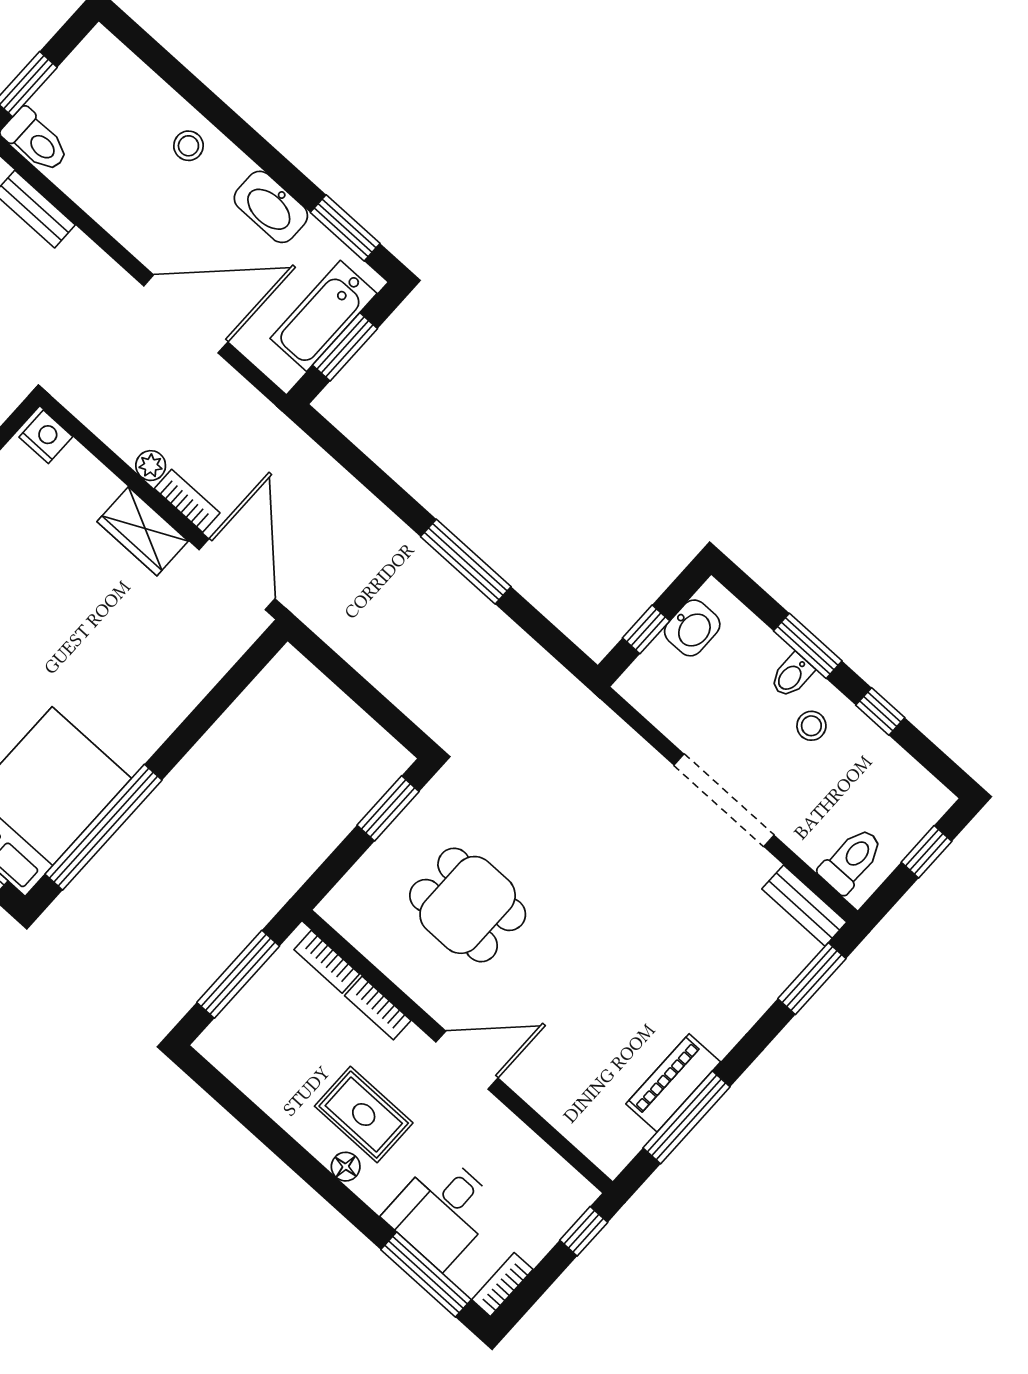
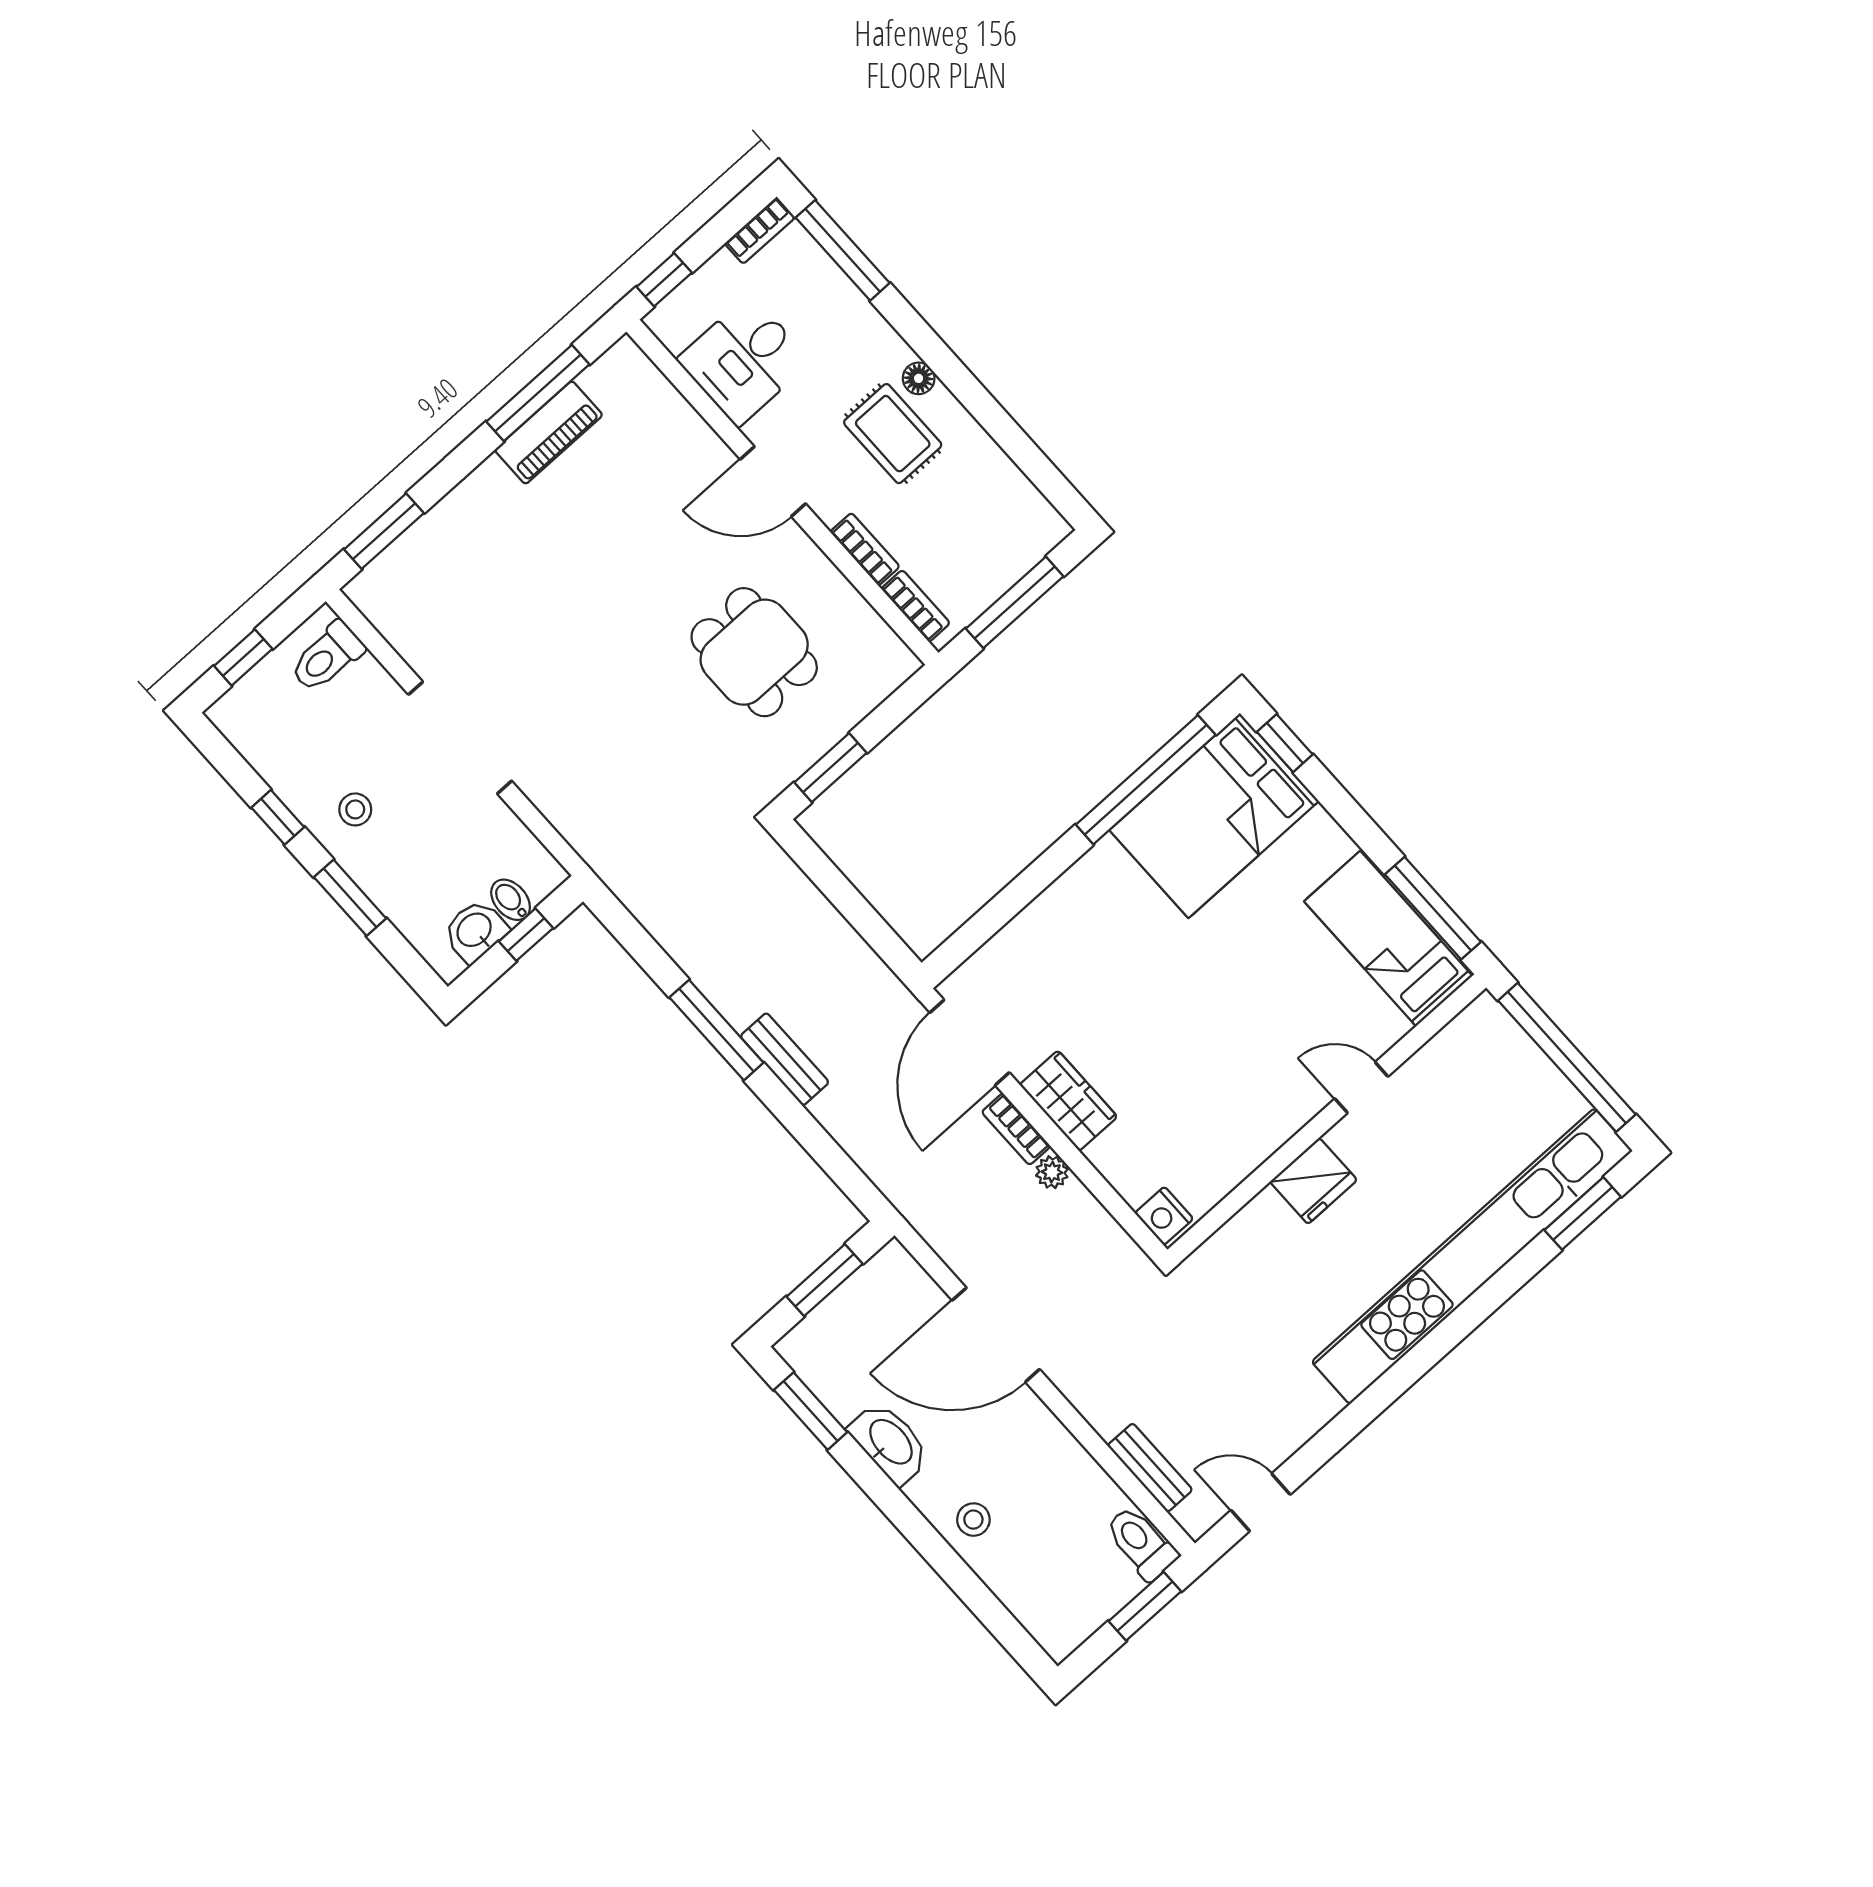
bathtub: (323, 316) -> (845, 1317), removed
bidet: (792, 676) -> (511, 900), moved, turned -90
bench: (804, 906) -> (785, 1059), moved
desk: (442, 1211) -> (744, 360), moved, turned 180

